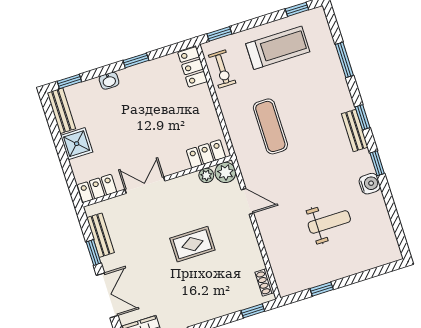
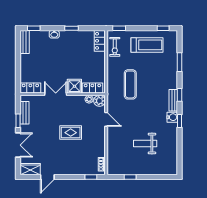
shower: (77, 144) -> (74, 86), moved
water cooler: (370, 184) -> (172, 117), moved
weight bench: (329, 222) -> (145, 144), turned 180

